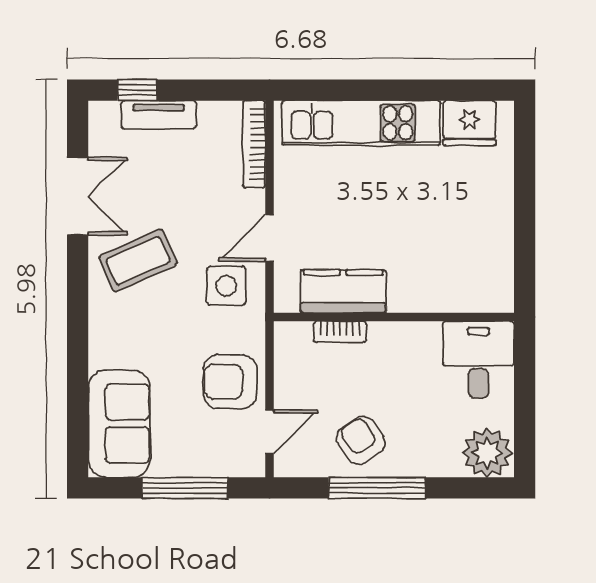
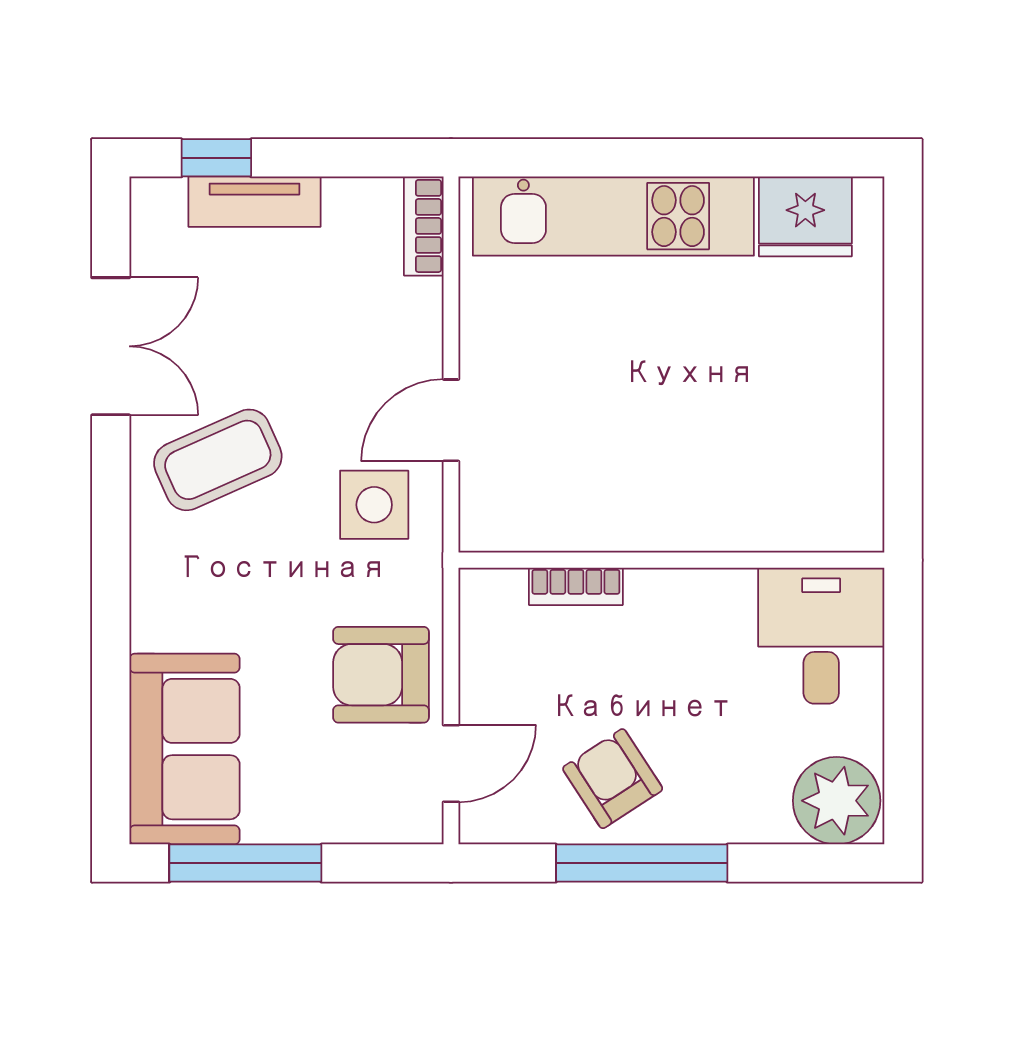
bookcase: (254, 144) -> (424, 226), width x0.64
kitchen counter: (343, 291) -> (582, 515), removed
window: (185, 488) -> (245, 863), moved

